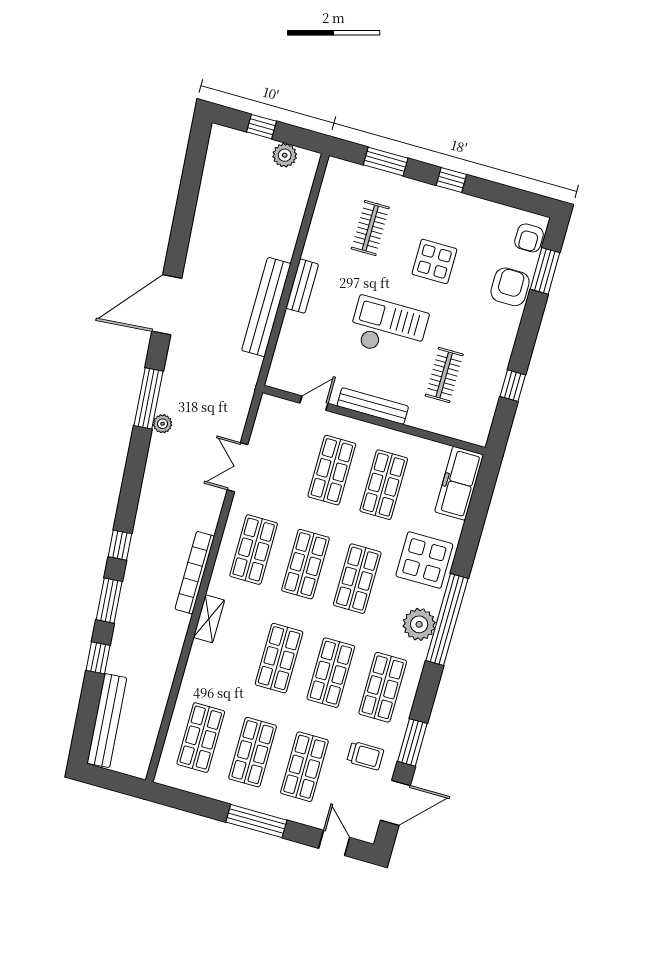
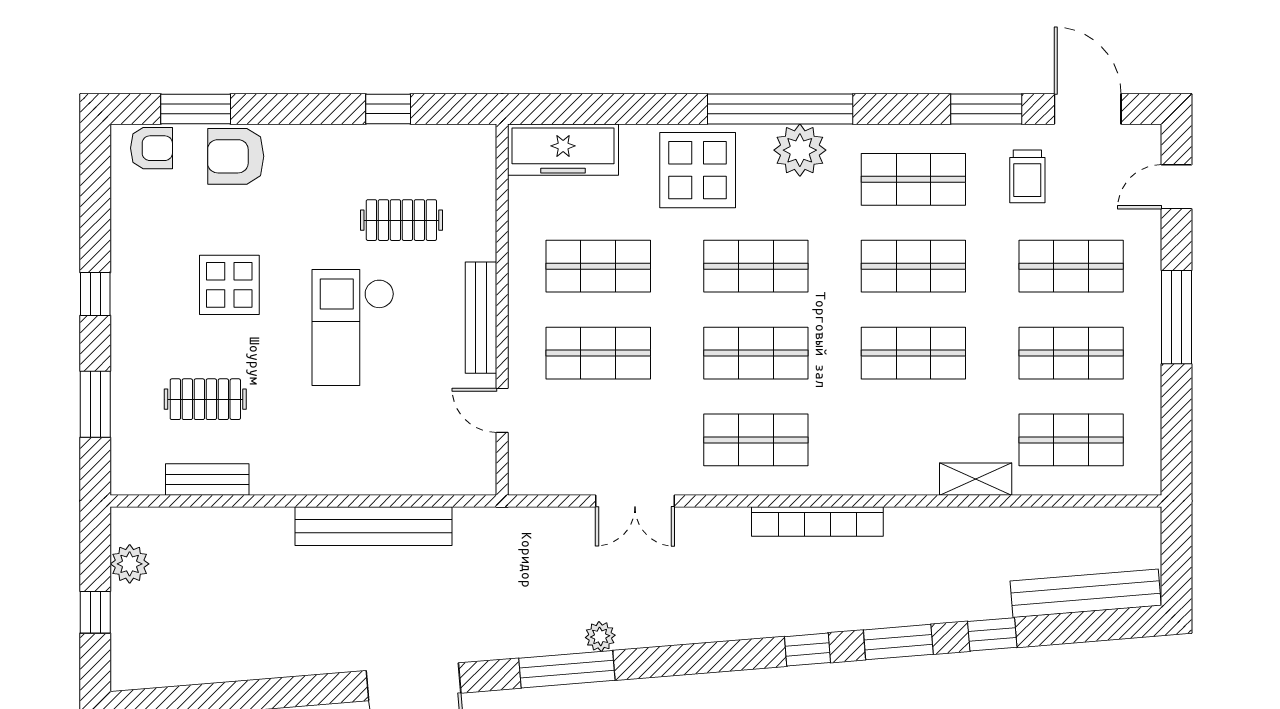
bench: (302, 286) -> (207, 480), moved
shelving: (209, 619) -> (976, 479), moved
trolley: (365, 756) -> (1027, 176), turned 180

